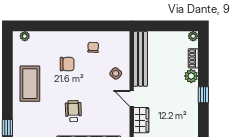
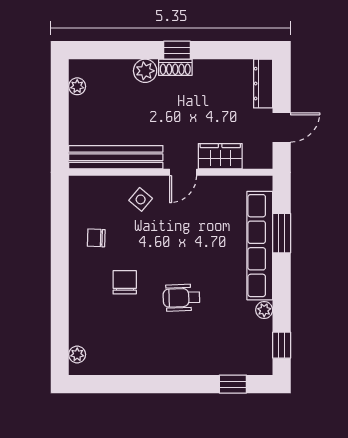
plant: (193, 36) -> (77, 86), moved
shoe rack: (193, 58) -> (175, 67), moved
coffee table: (30, 84) -> (158, 346), removed
wheelchair: (73, 111) -> (181, 298), moved

